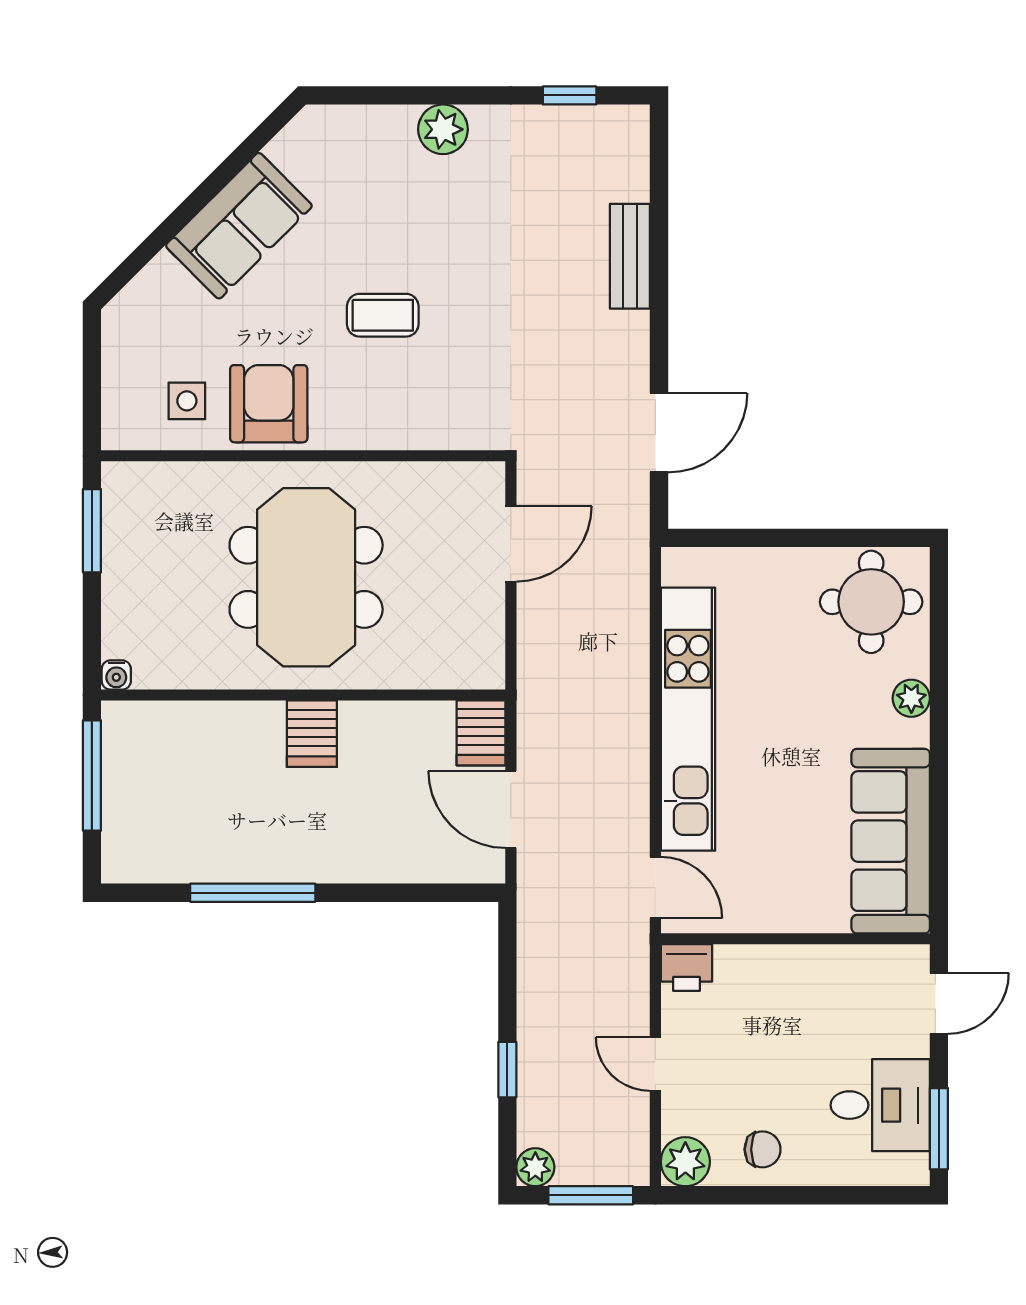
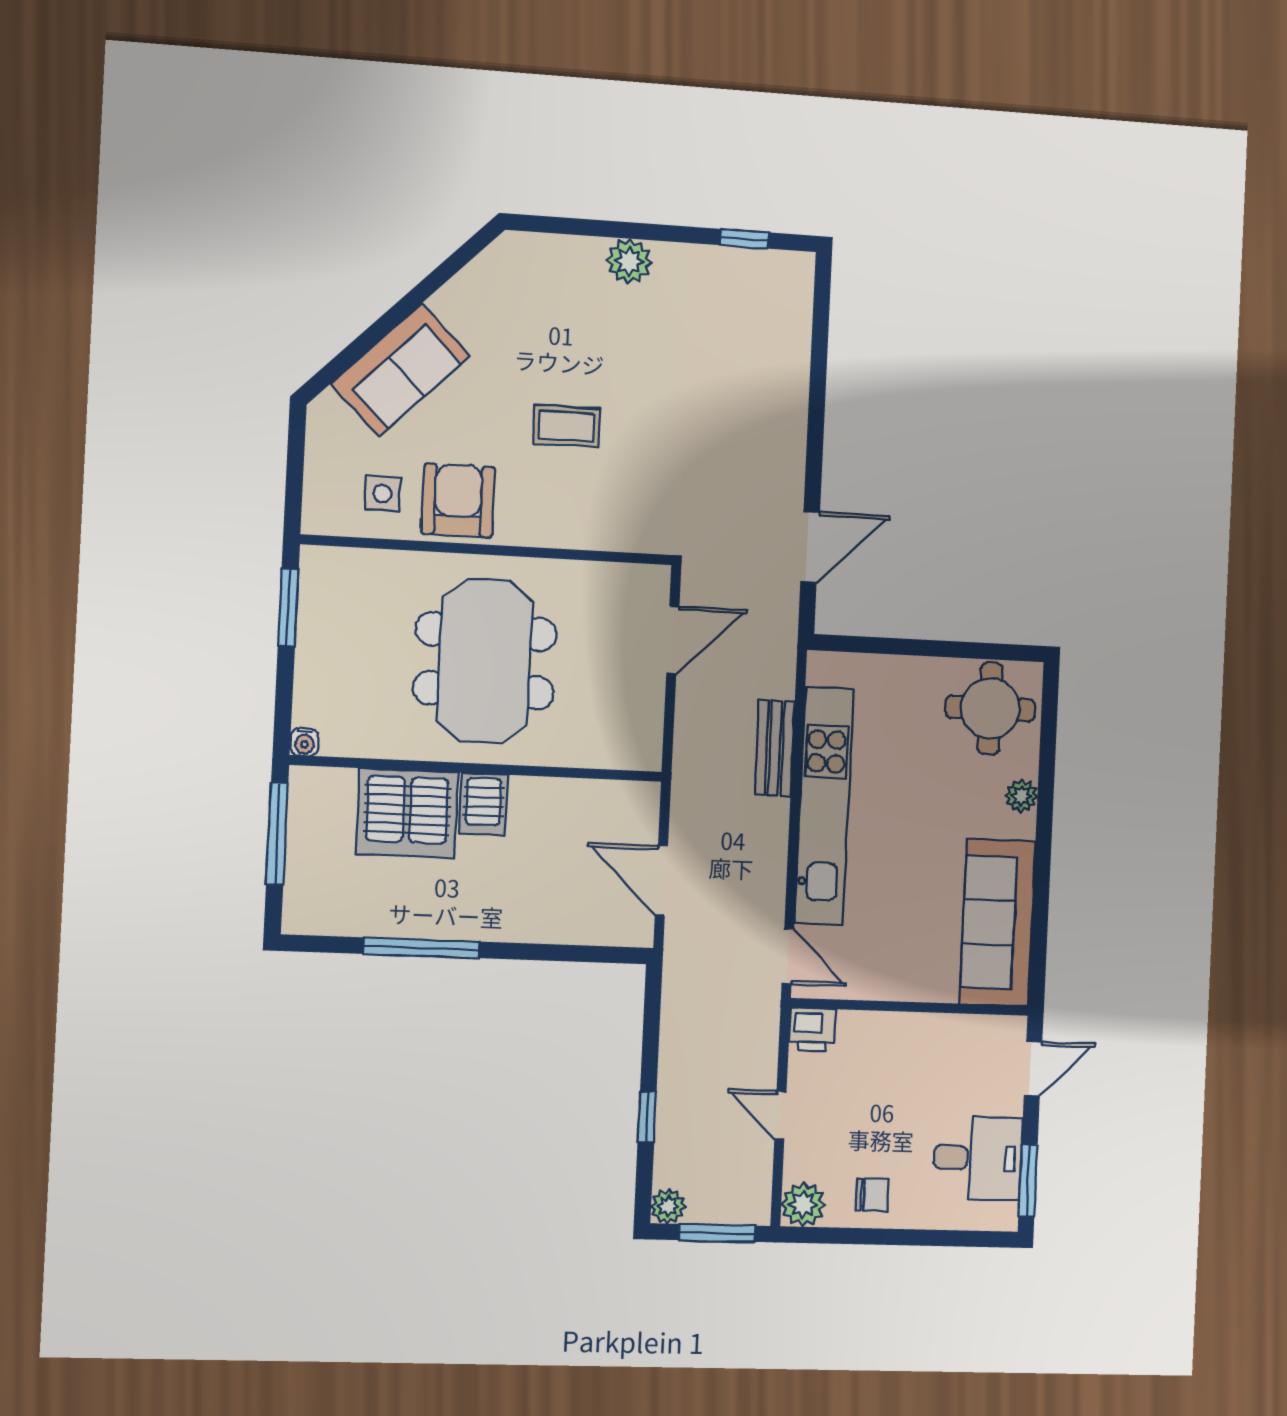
sofa: (239, 226) -> (400, 370), moved
bench: (630, 256) -> (775, 748), moved
server rack: (481, 733) -> (407, 813), moved, width x2.18, depth x1.44

